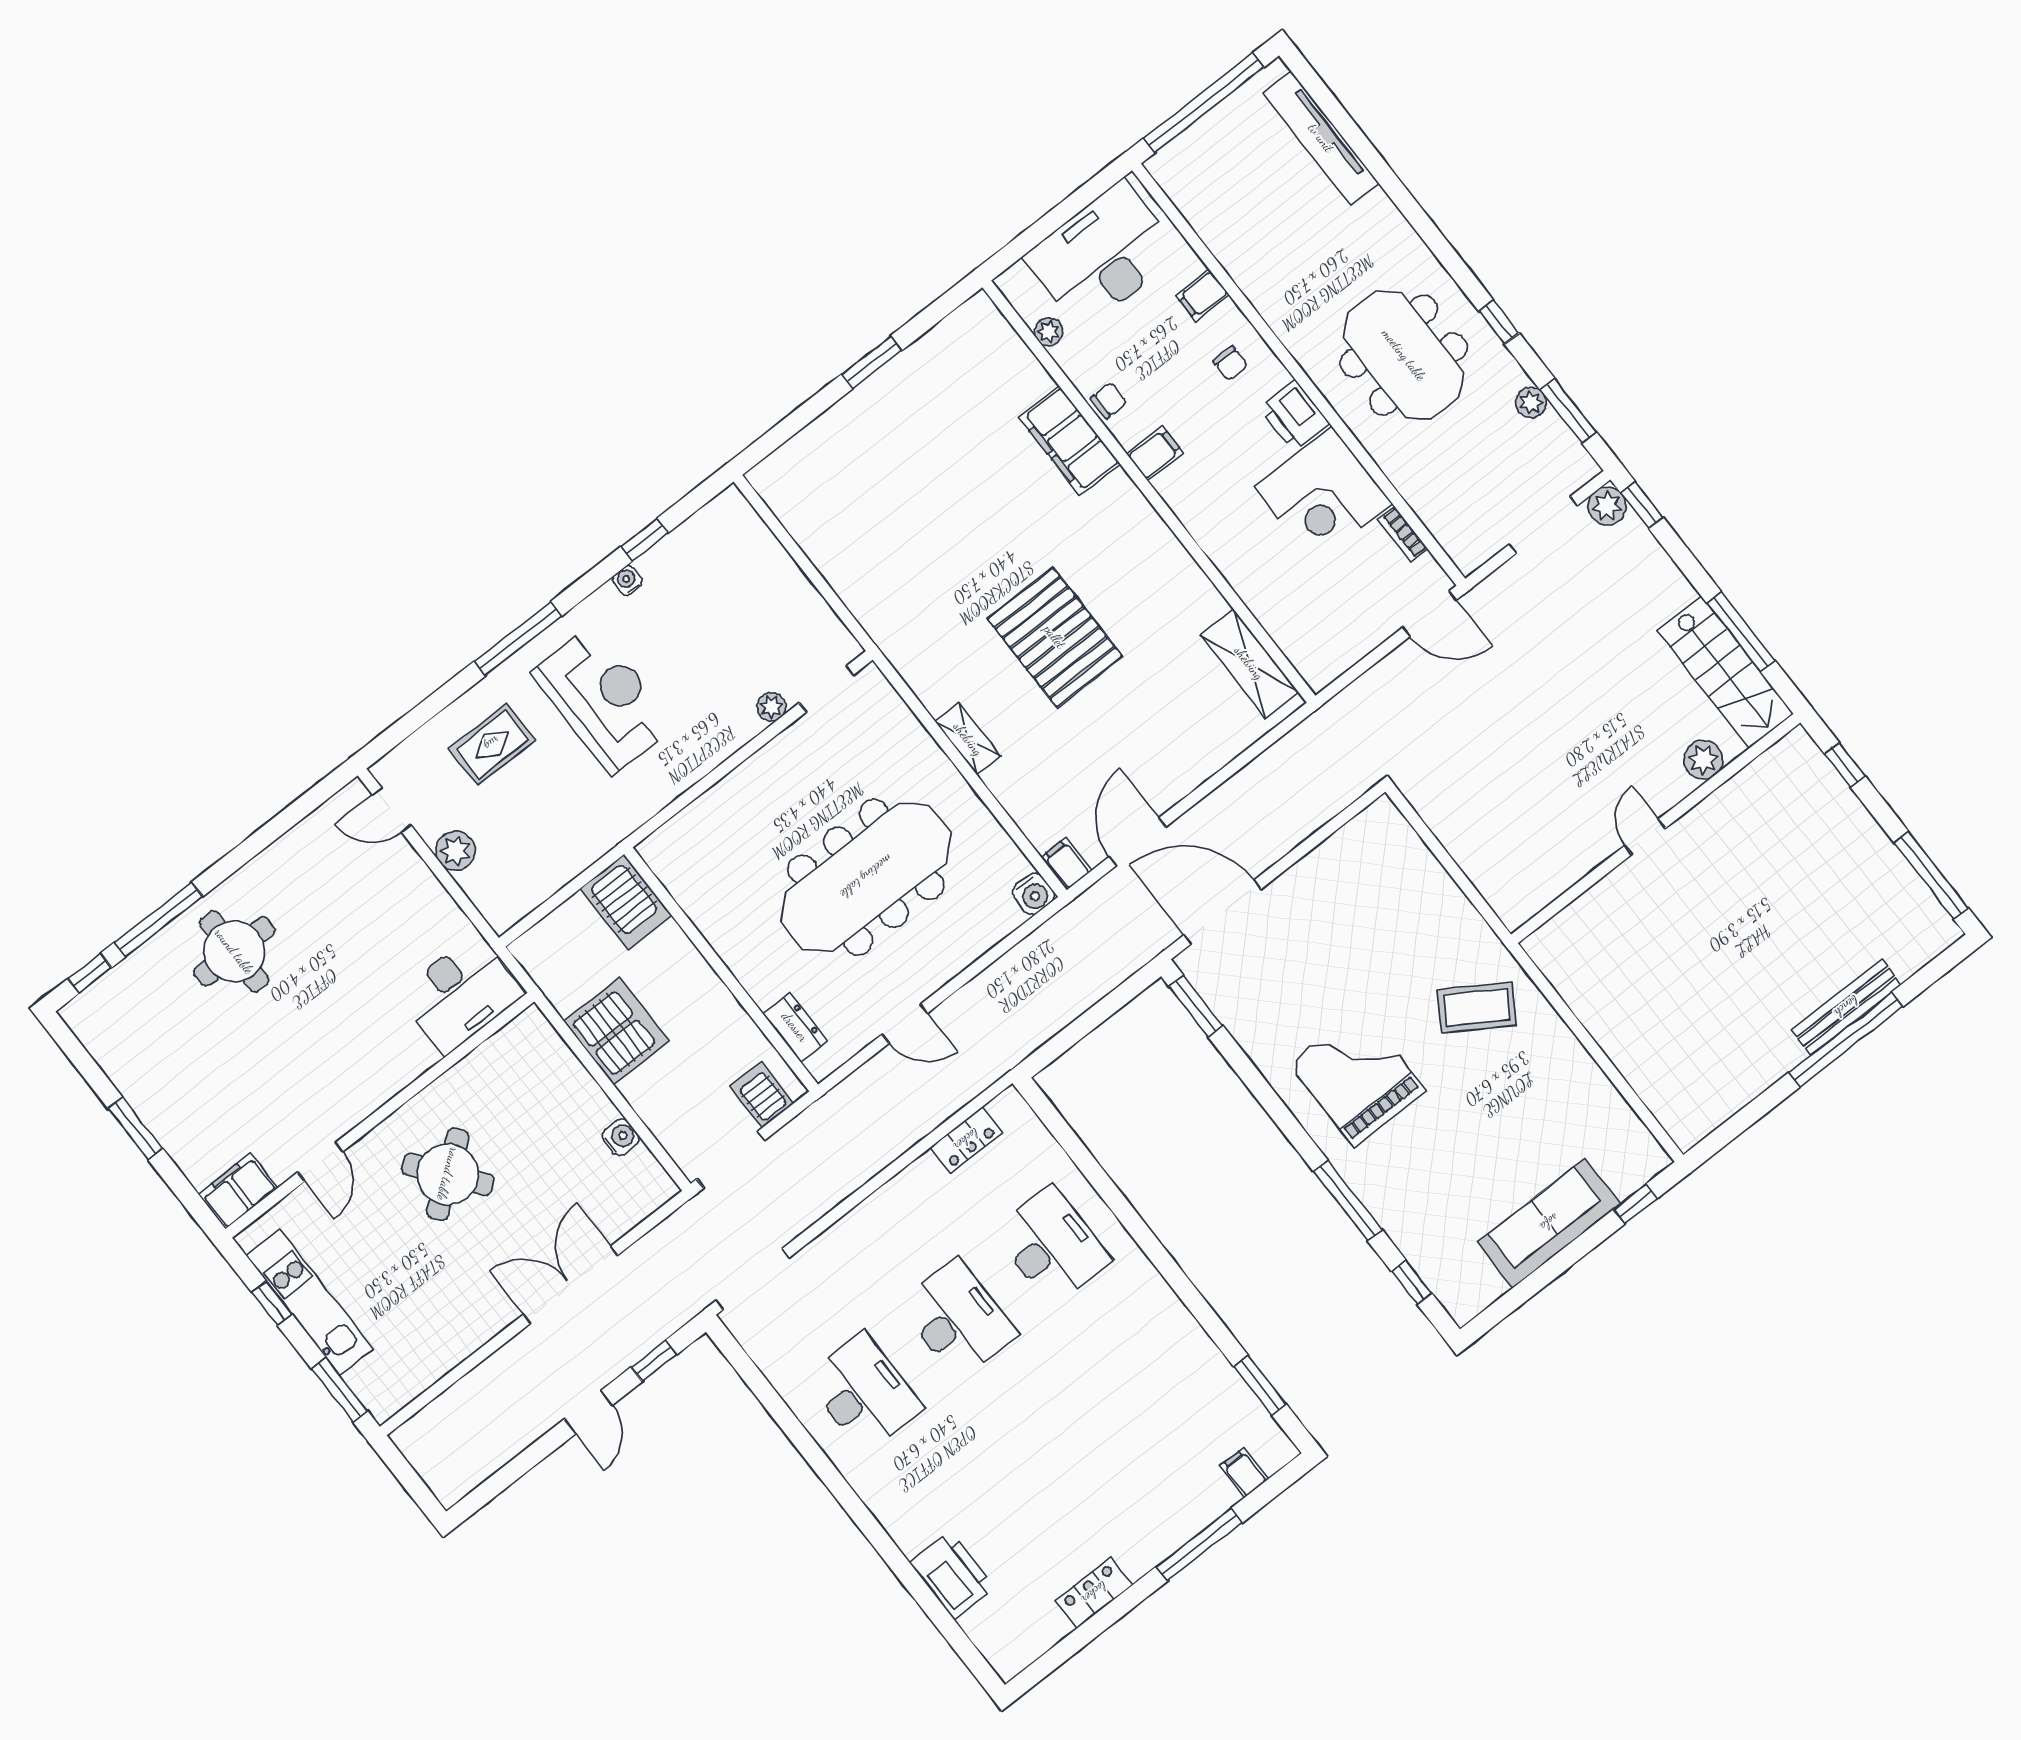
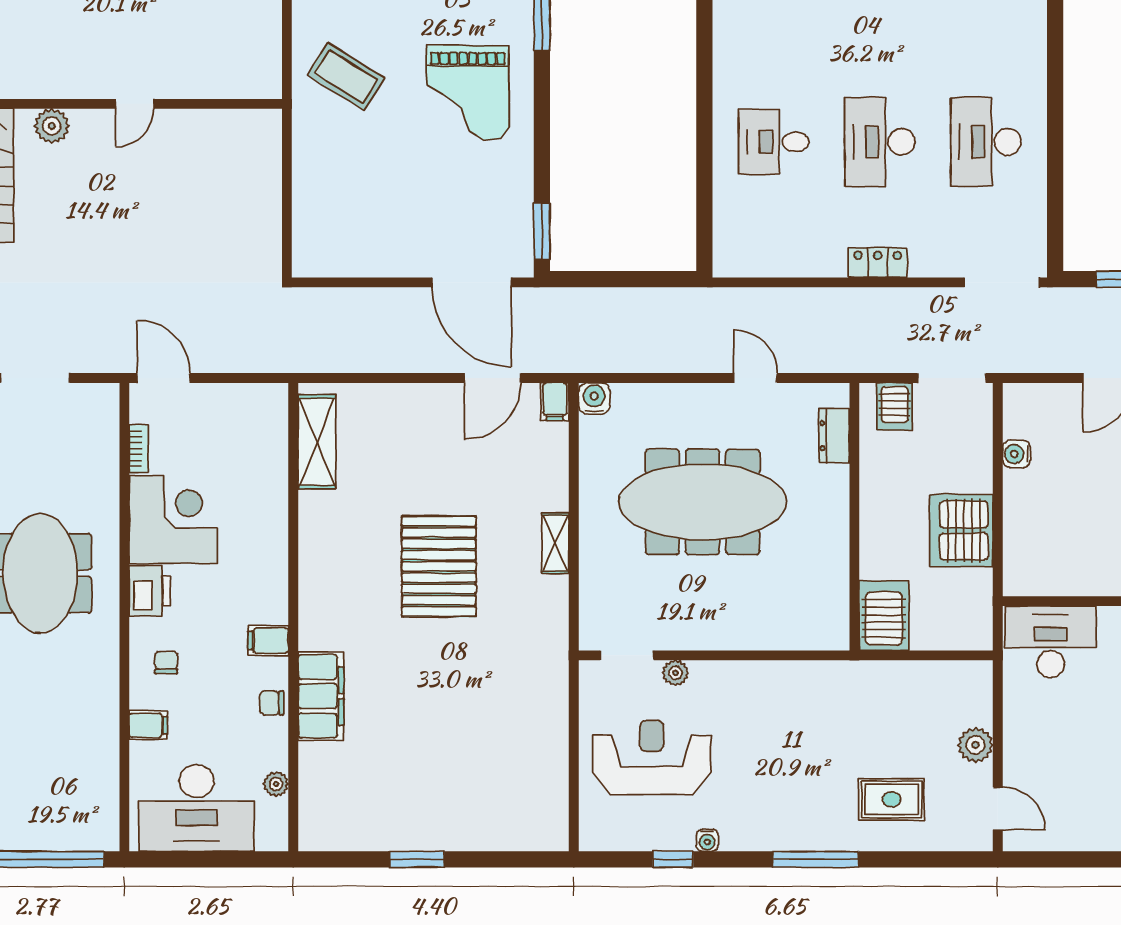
reception desk: (603, 699) -> (652, 757), moved, turned 90
locker: (966, 1140) -> (878, 263), moved
desk: (1052, 1246) -> (774, 142), width x0.73

